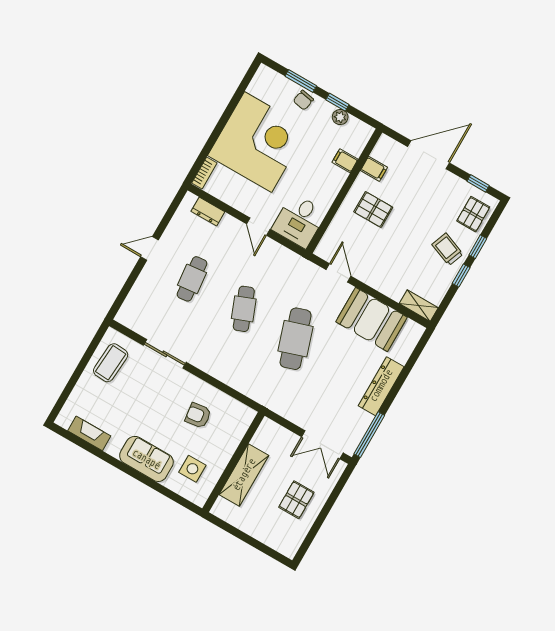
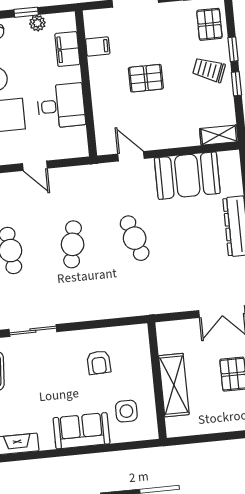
filing cabinet: (345, 161) -> (67, 49), width x2.00
pallet: (373, 210) -> (146, 78), moved
desk: (299, 221) -> (61, 106), moved, turned -90
cafe table: (244, 309) -> (73, 244), turned 30
cafe table: (296, 339) -> (135, 238), width x0.73, depth x0.74
armchair: (198, 415) -> (99, 362), turned -84

